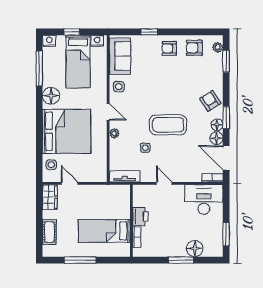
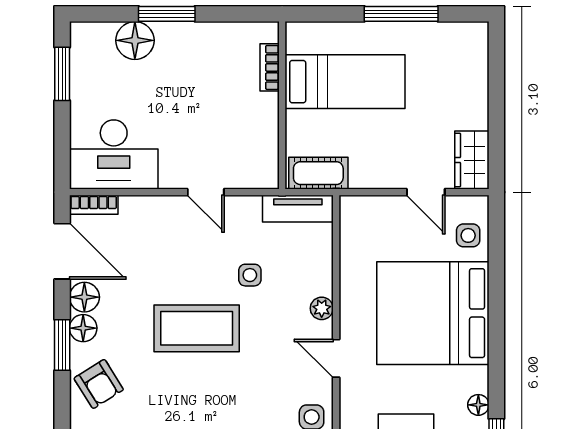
floor lamp: (51, 96) -> (478, 405), width x0.53, depth x0.53
printer: (140, 217) -> (261, 115), removed
cot: (49, 232) -> (318, 173), moved, turned 90

